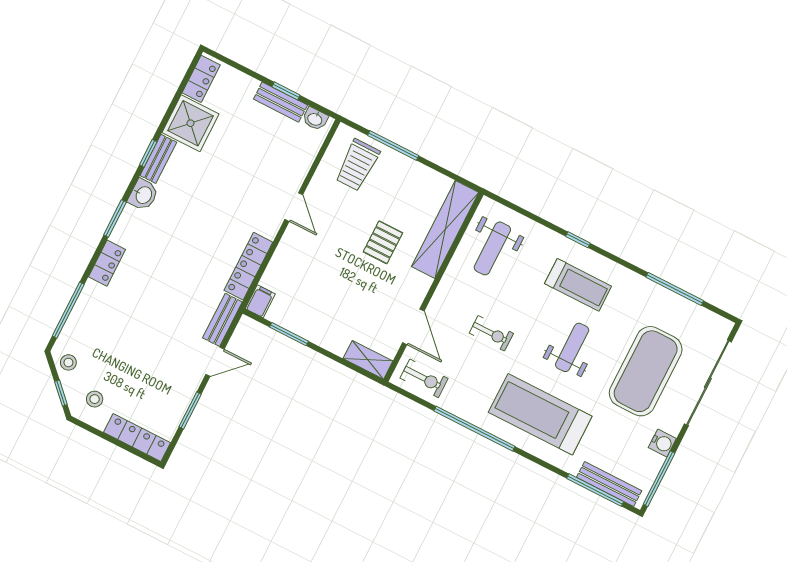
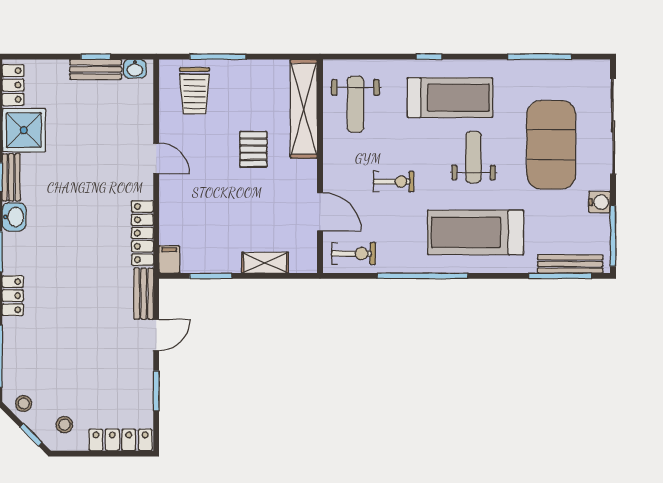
treadmill: (578, 285) -> (450, 98), width x1.37, depth x1.38
shelving: (368, 360) -> (265, 263), moved

